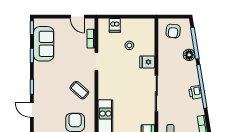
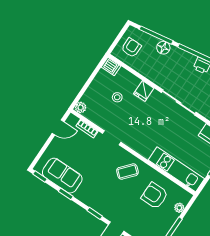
plant: (103, 23) -> (81, 107), added
dishwasher: (115, 25) -> (111, 66), moved
armchair: (173, 31) -> (131, 48), turned -96

